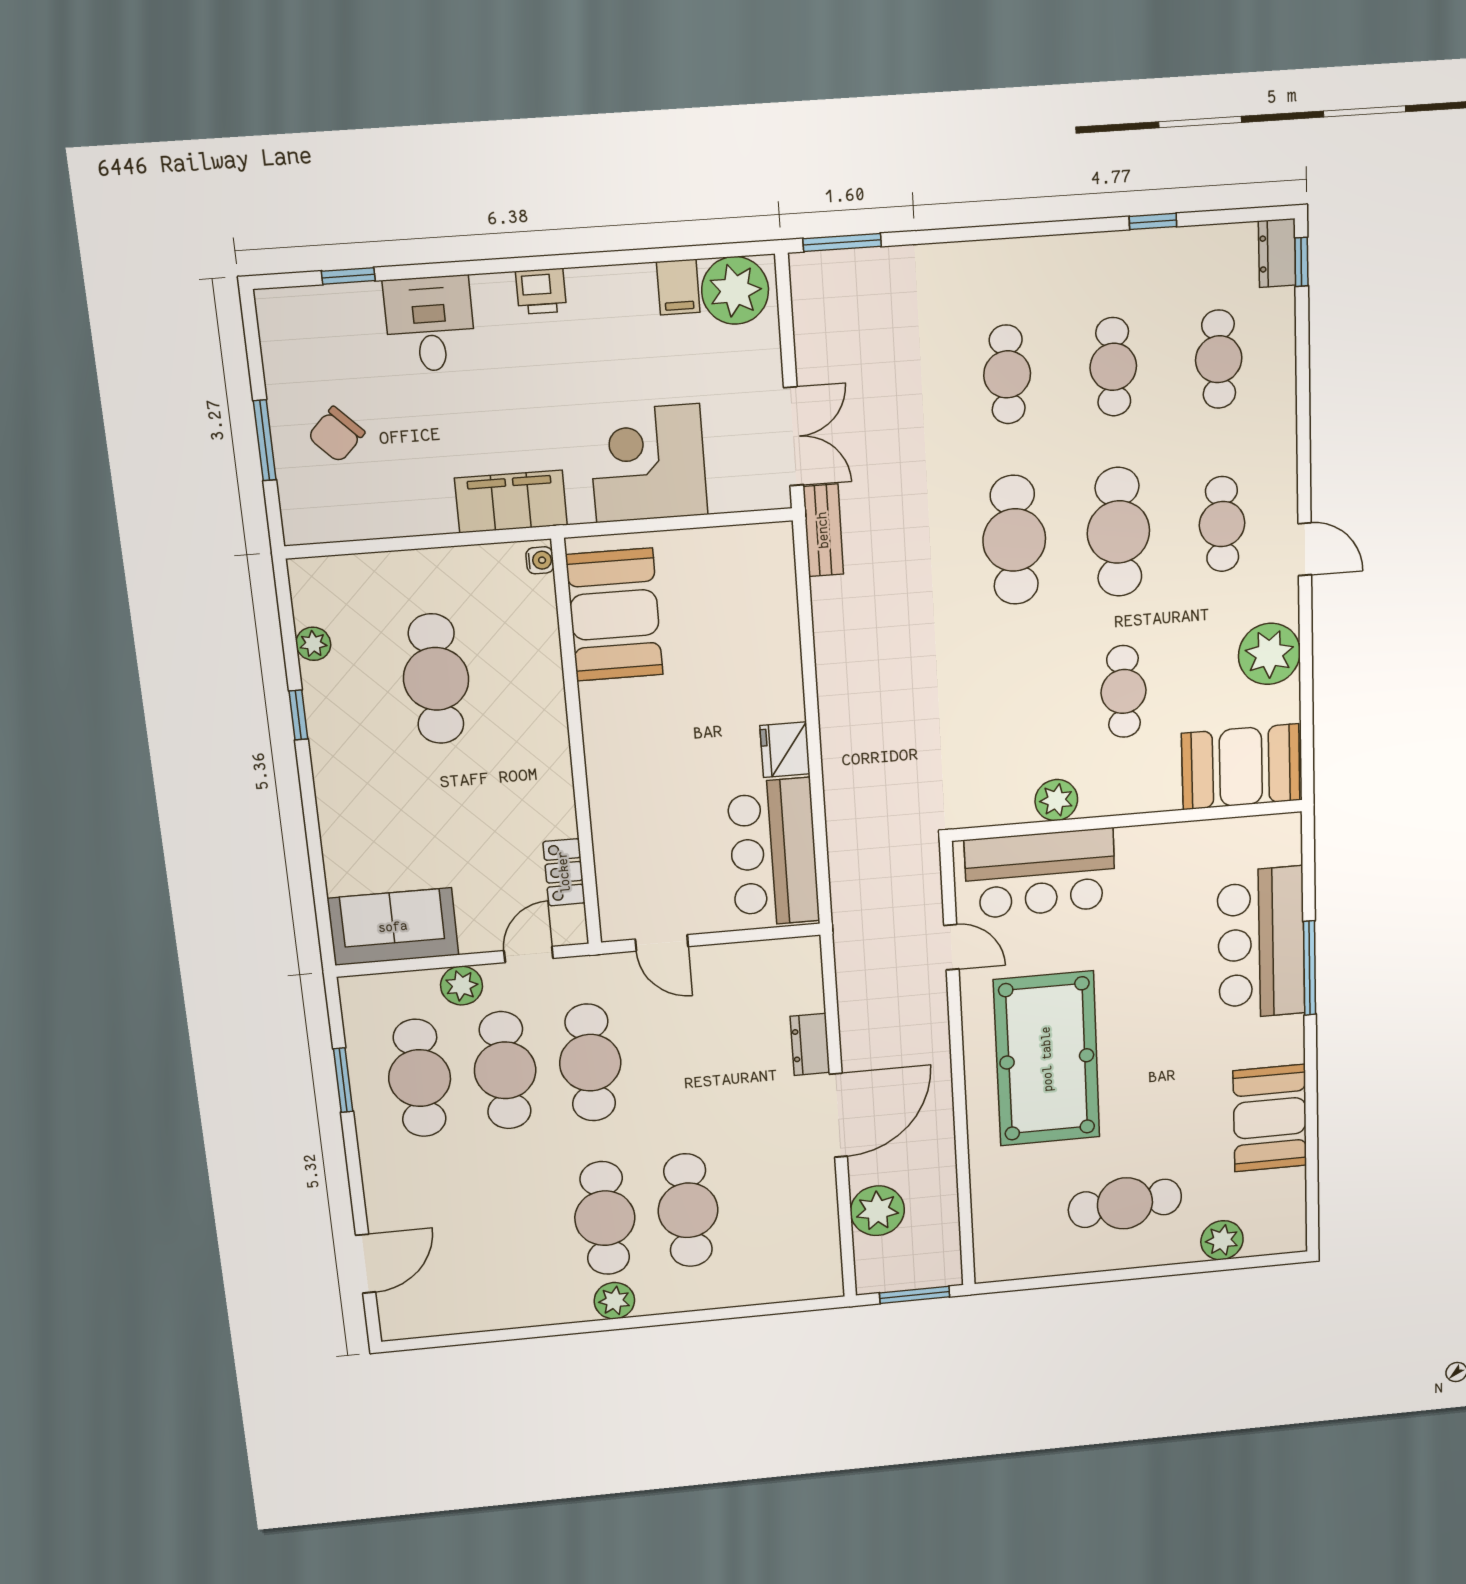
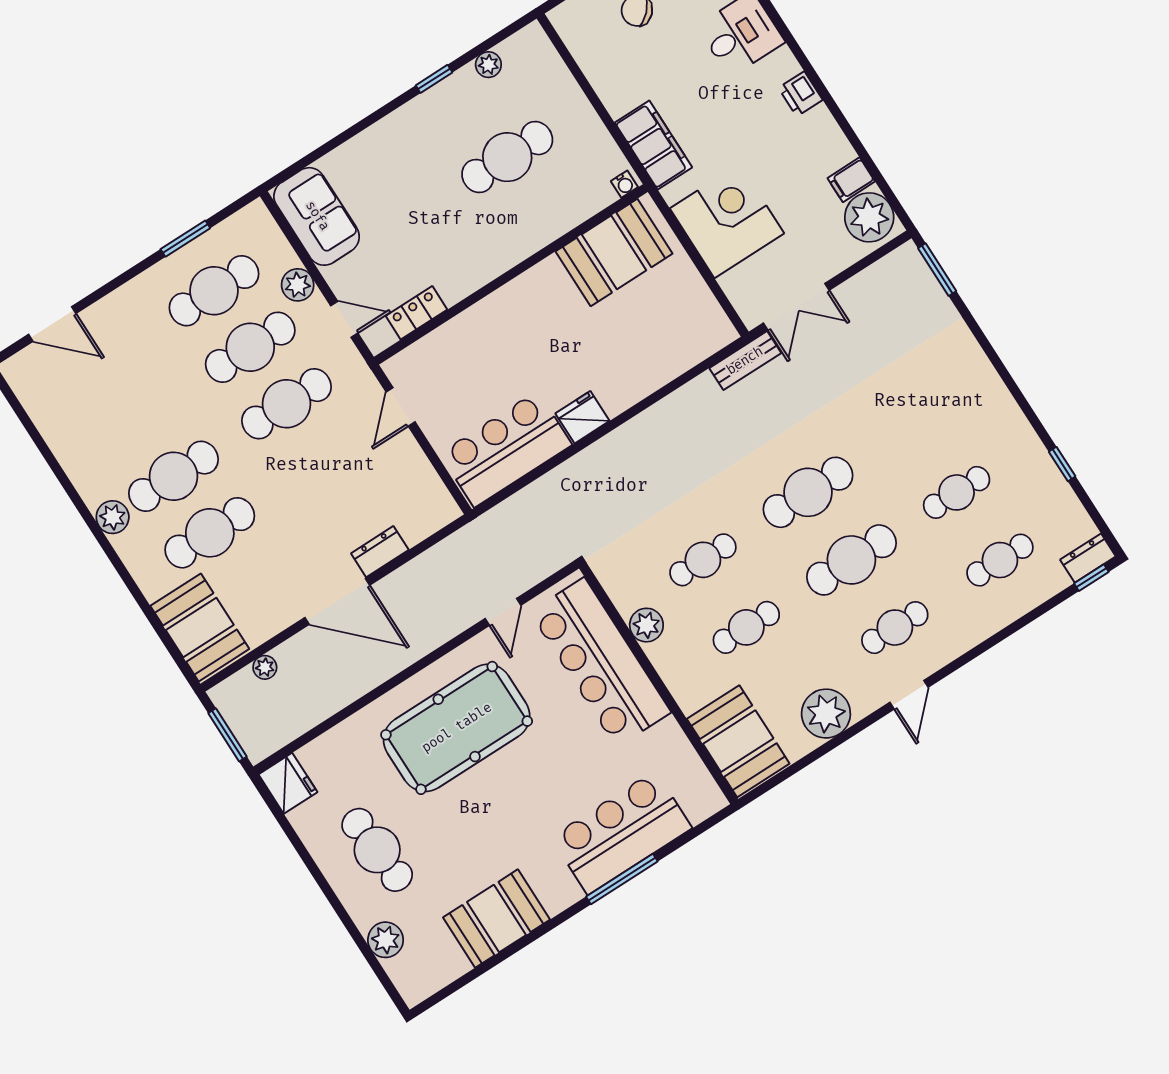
cafe table: (1007, 374) -> (703, 560), moved
bar counter: (1040, 874) -> (600, 662), width x1.36
plant: (877, 1211) -> (265, 667), width x0.53, depth x0.53
fridge: (1001, 1259) -> (288, 783), added
booth: (784, 1269) -> (200, 627), added

